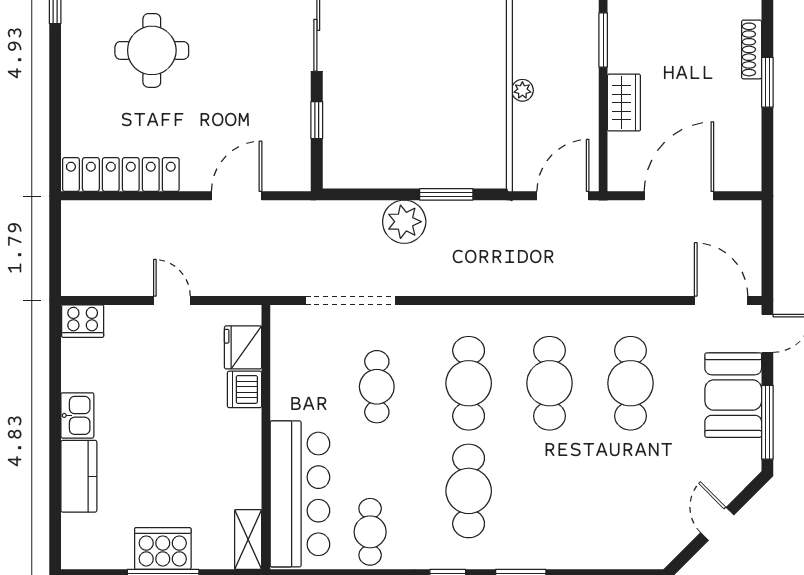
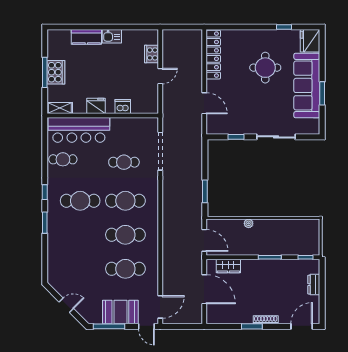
wardrobe: (624, 103) -> (228, 266), moved
plant: (404, 222) -> (193, 174), removed
cooker: (83, 321) -> (152, 54), moved
fridge: (243, 347) -> (96, 106), moved

